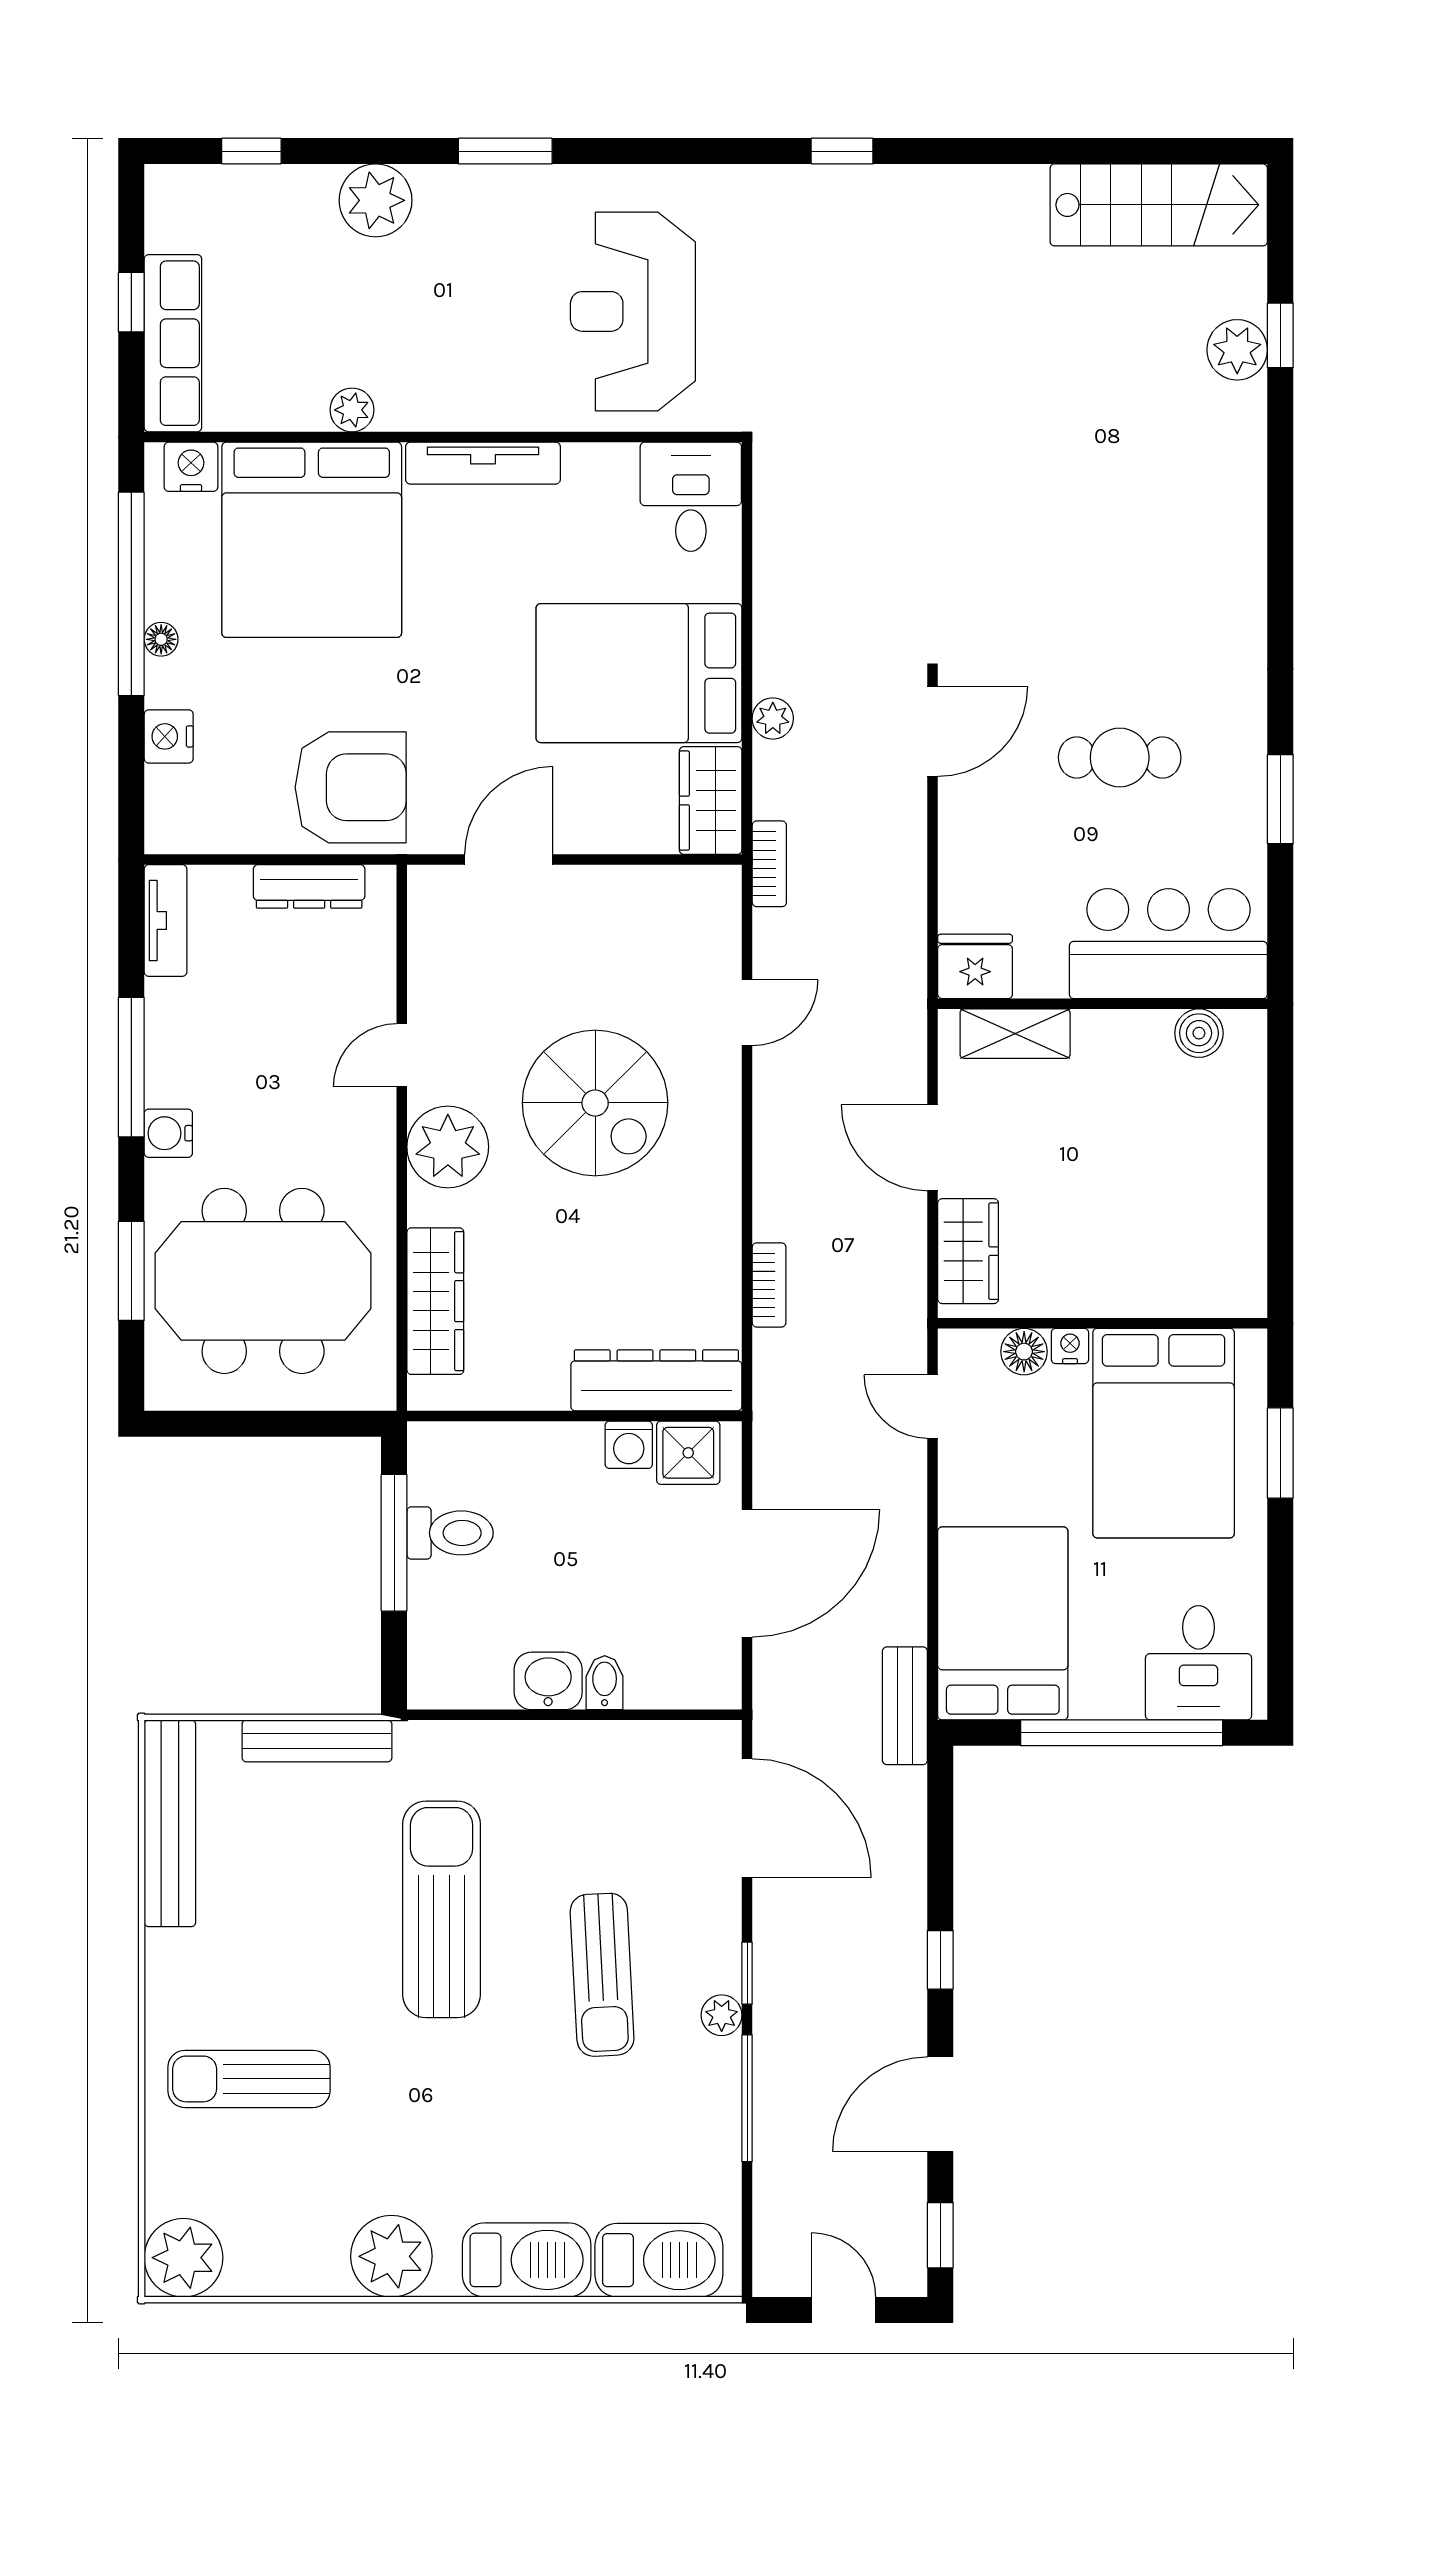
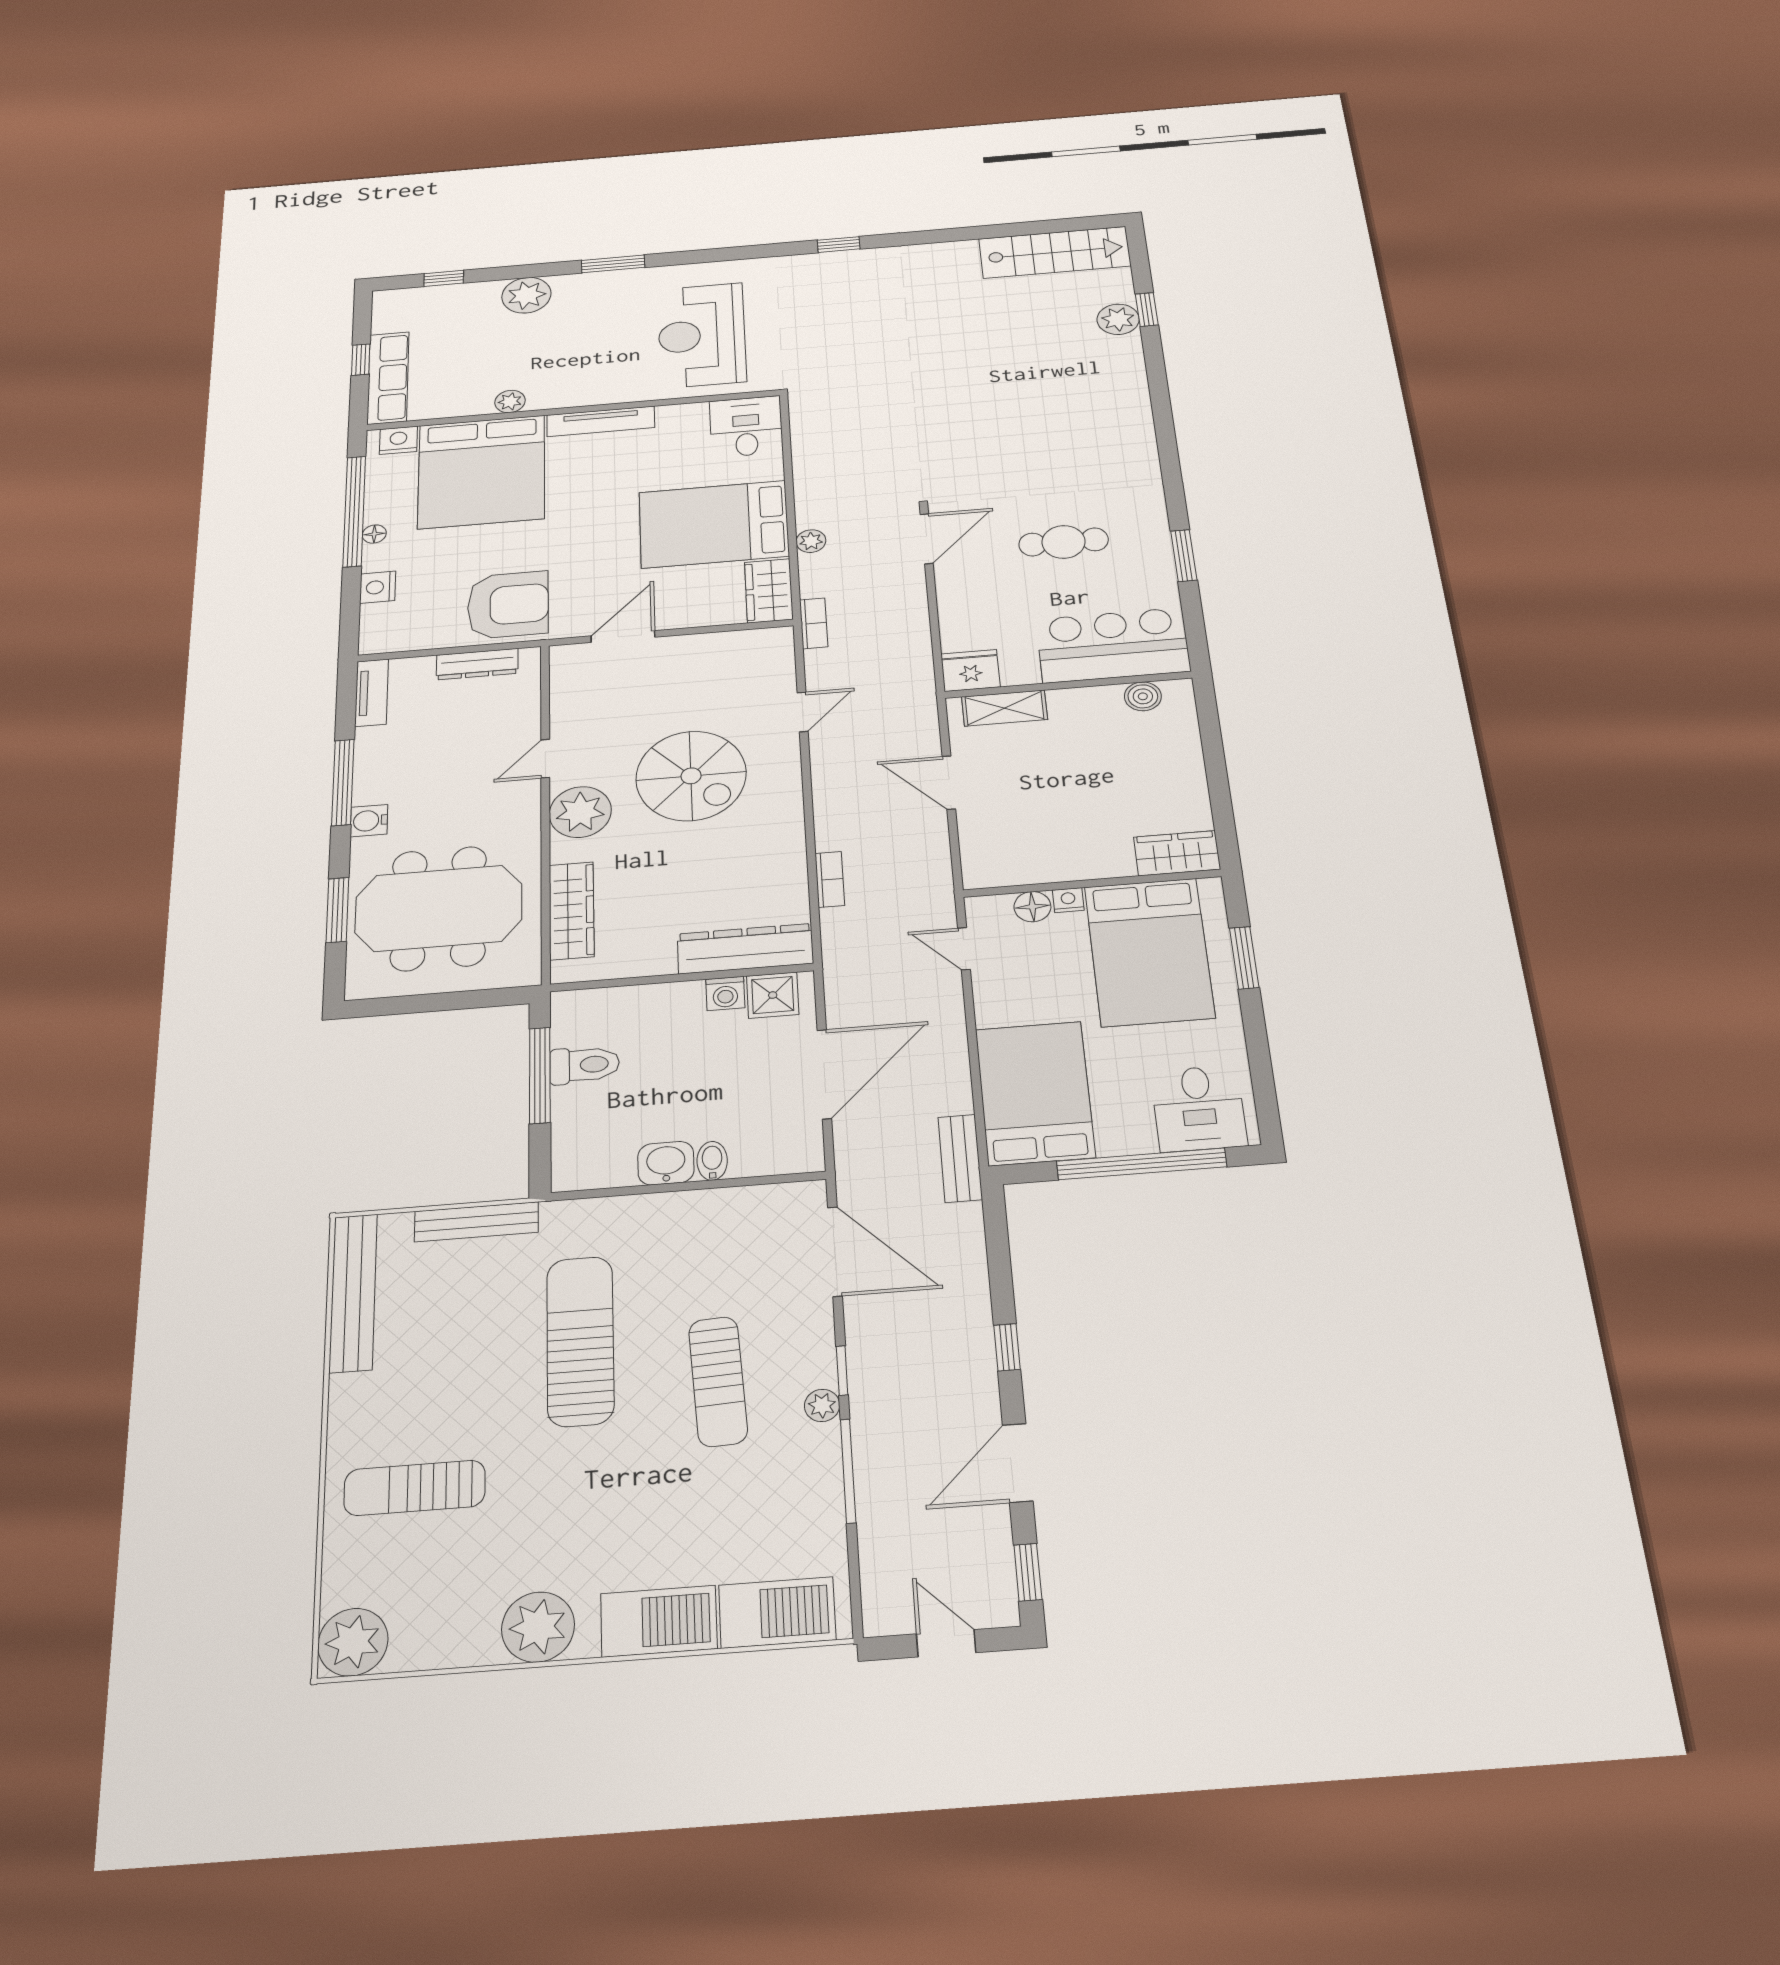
wardrobe: (968, 1251) -> (1177, 853), moved, turned -90

